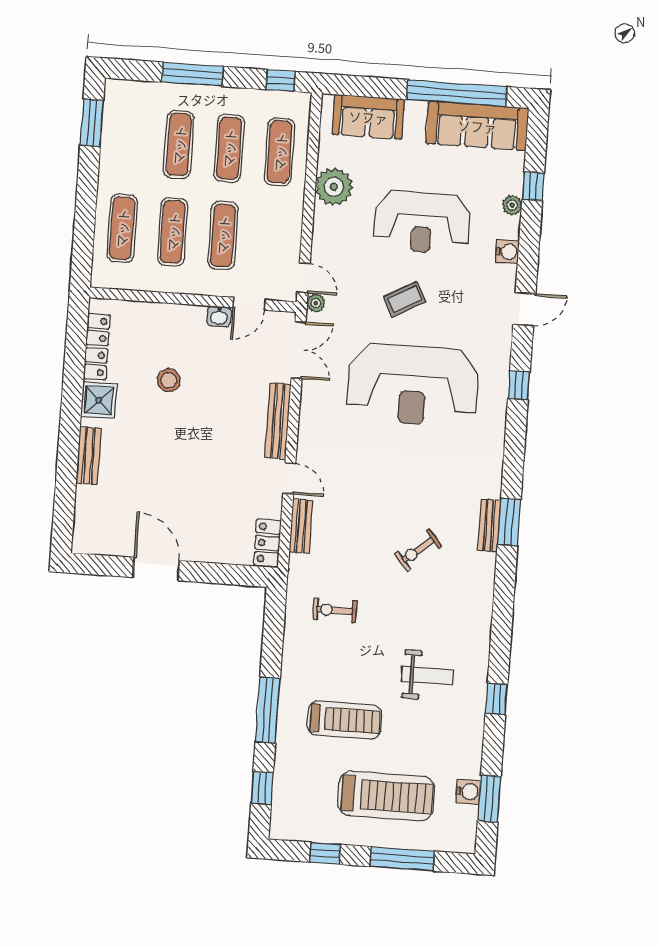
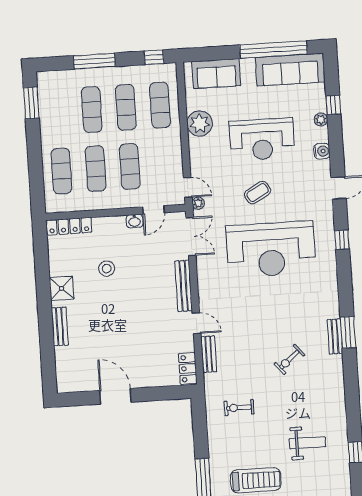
locker: (97, 347) -> (69, 226), moved, turned 90

